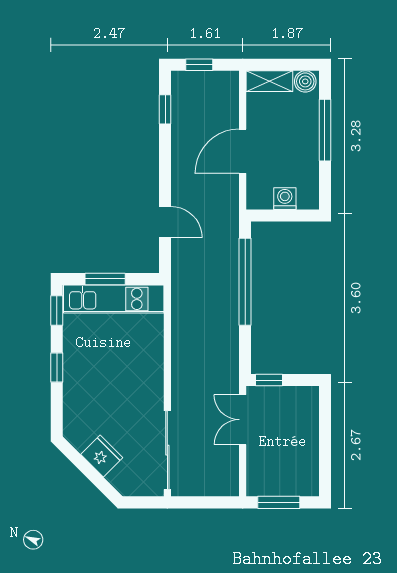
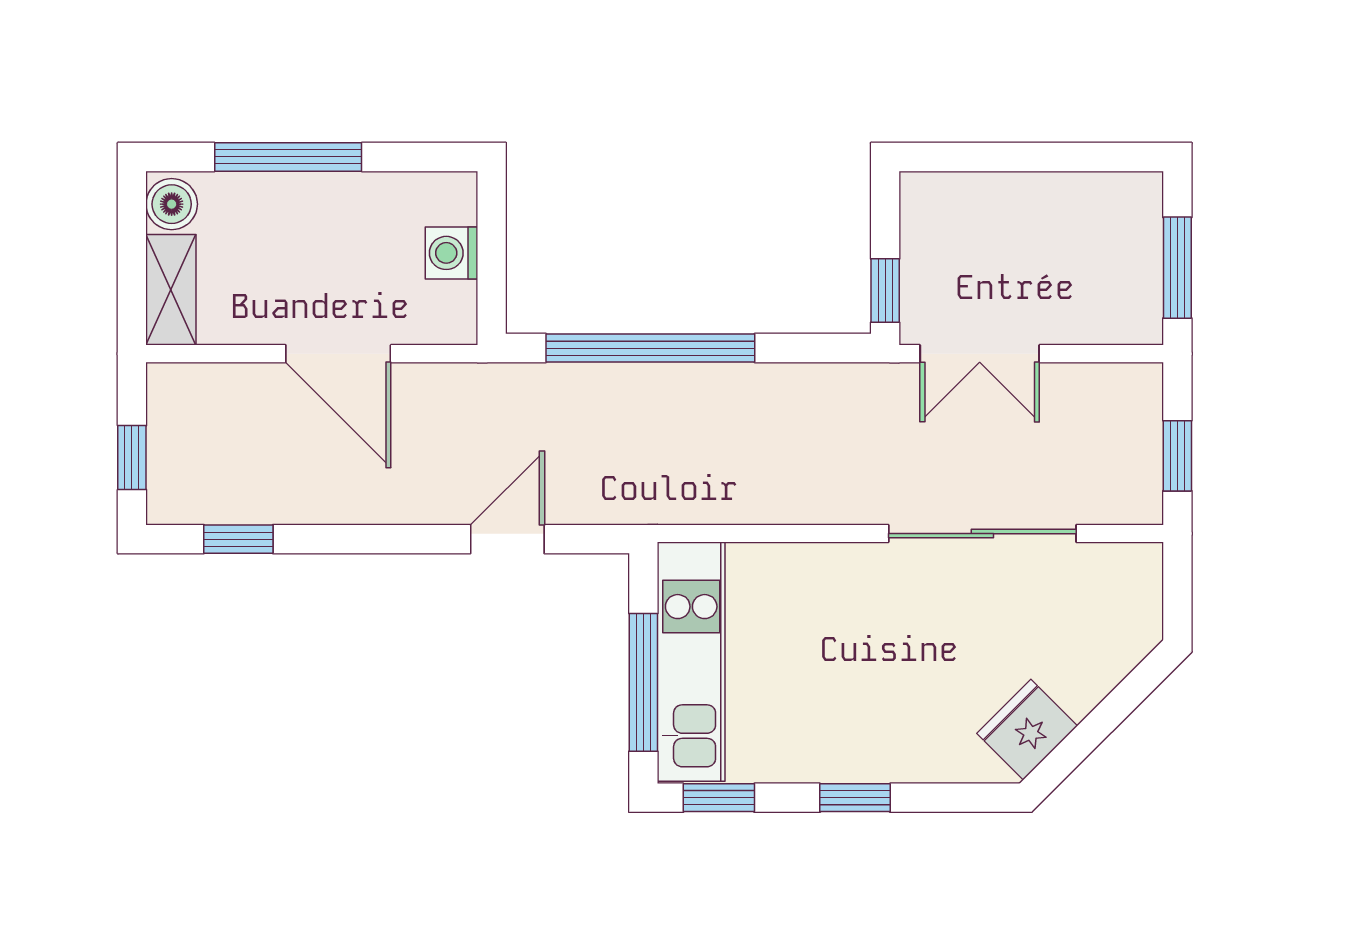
window: (105, 279) -> (643, 682), width x1.44
sliding door: (167, 450) -> (982, 534), moved
fridge: (102, 456) -> (1027, 730), moved
window: (200, 502) -> (1177, 456), added

